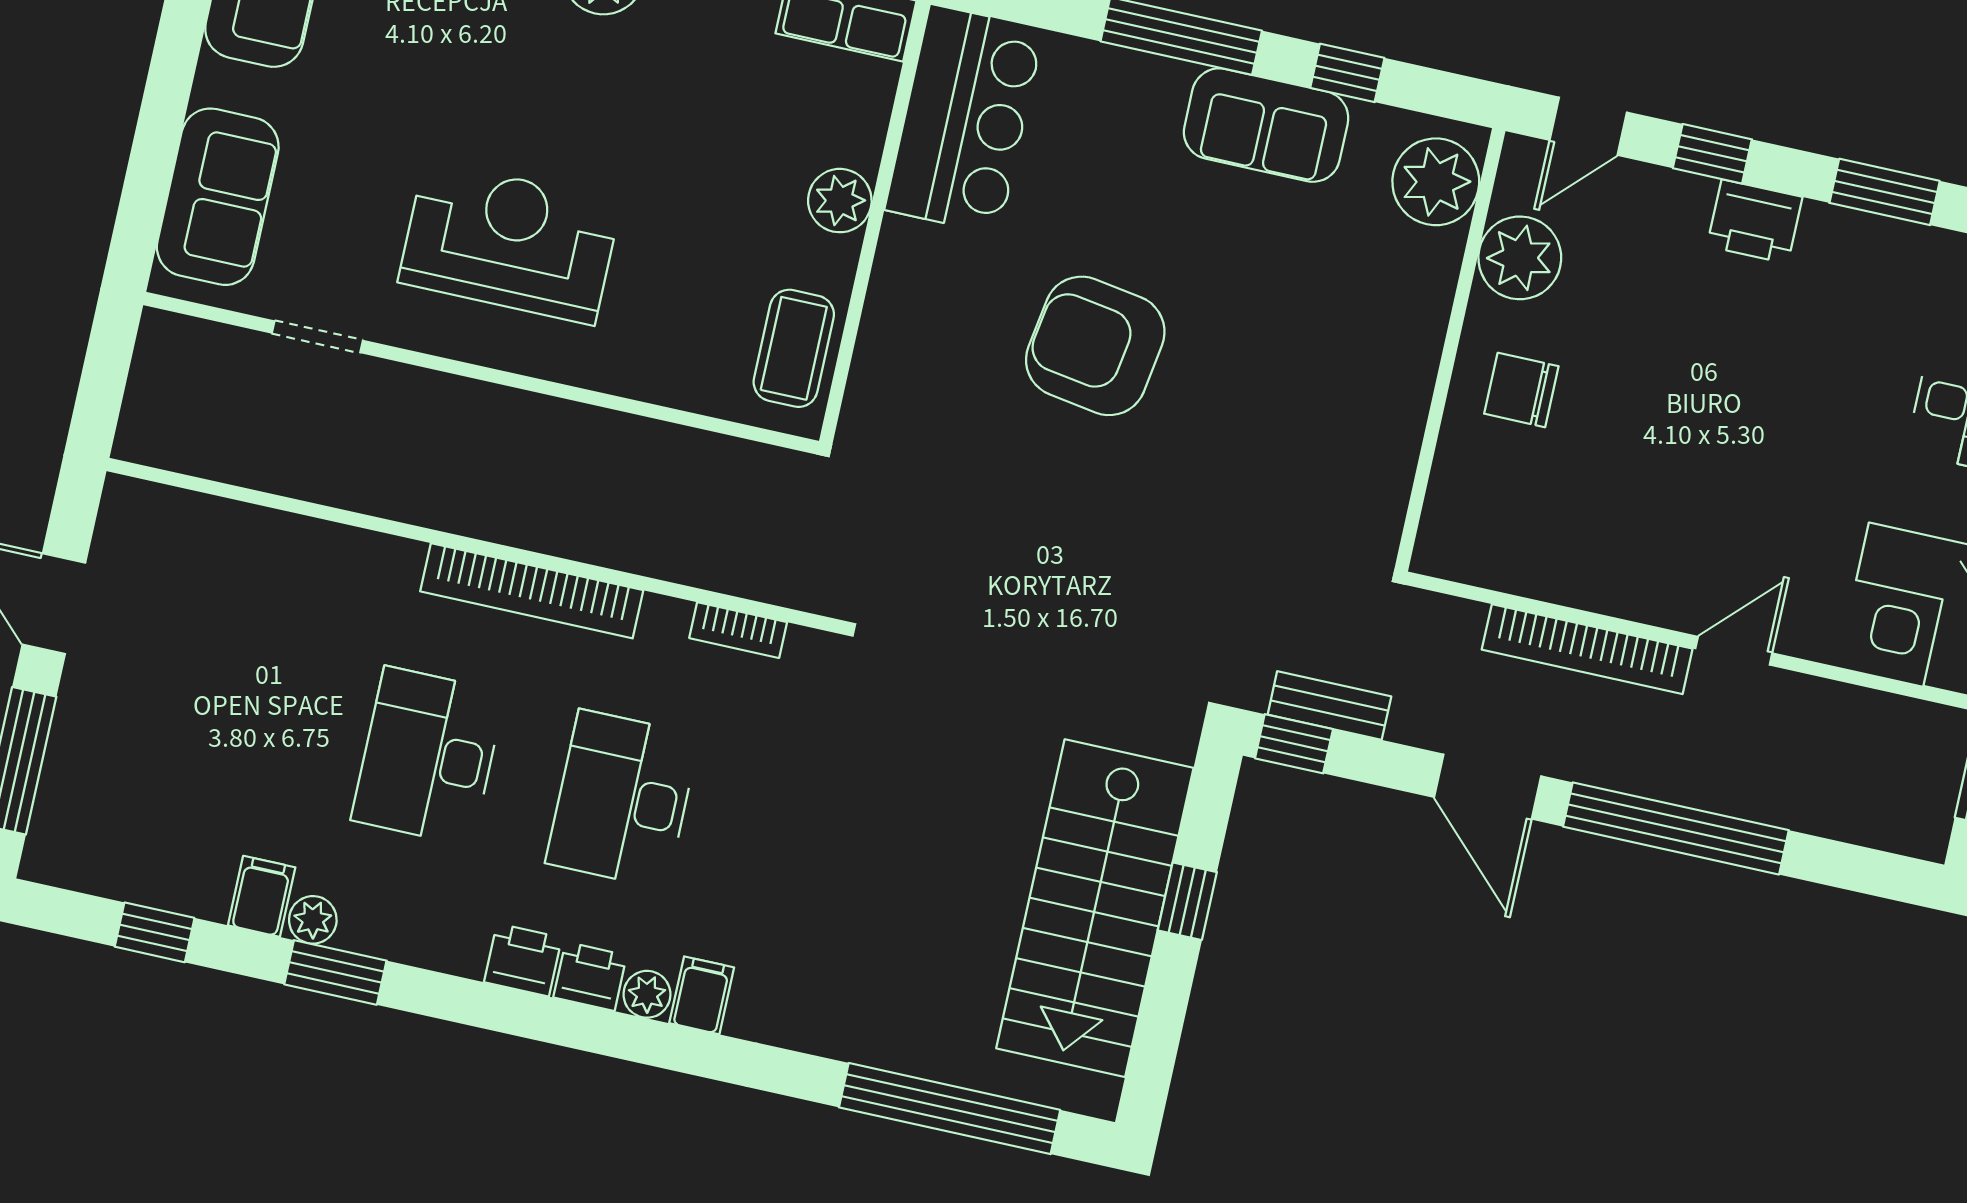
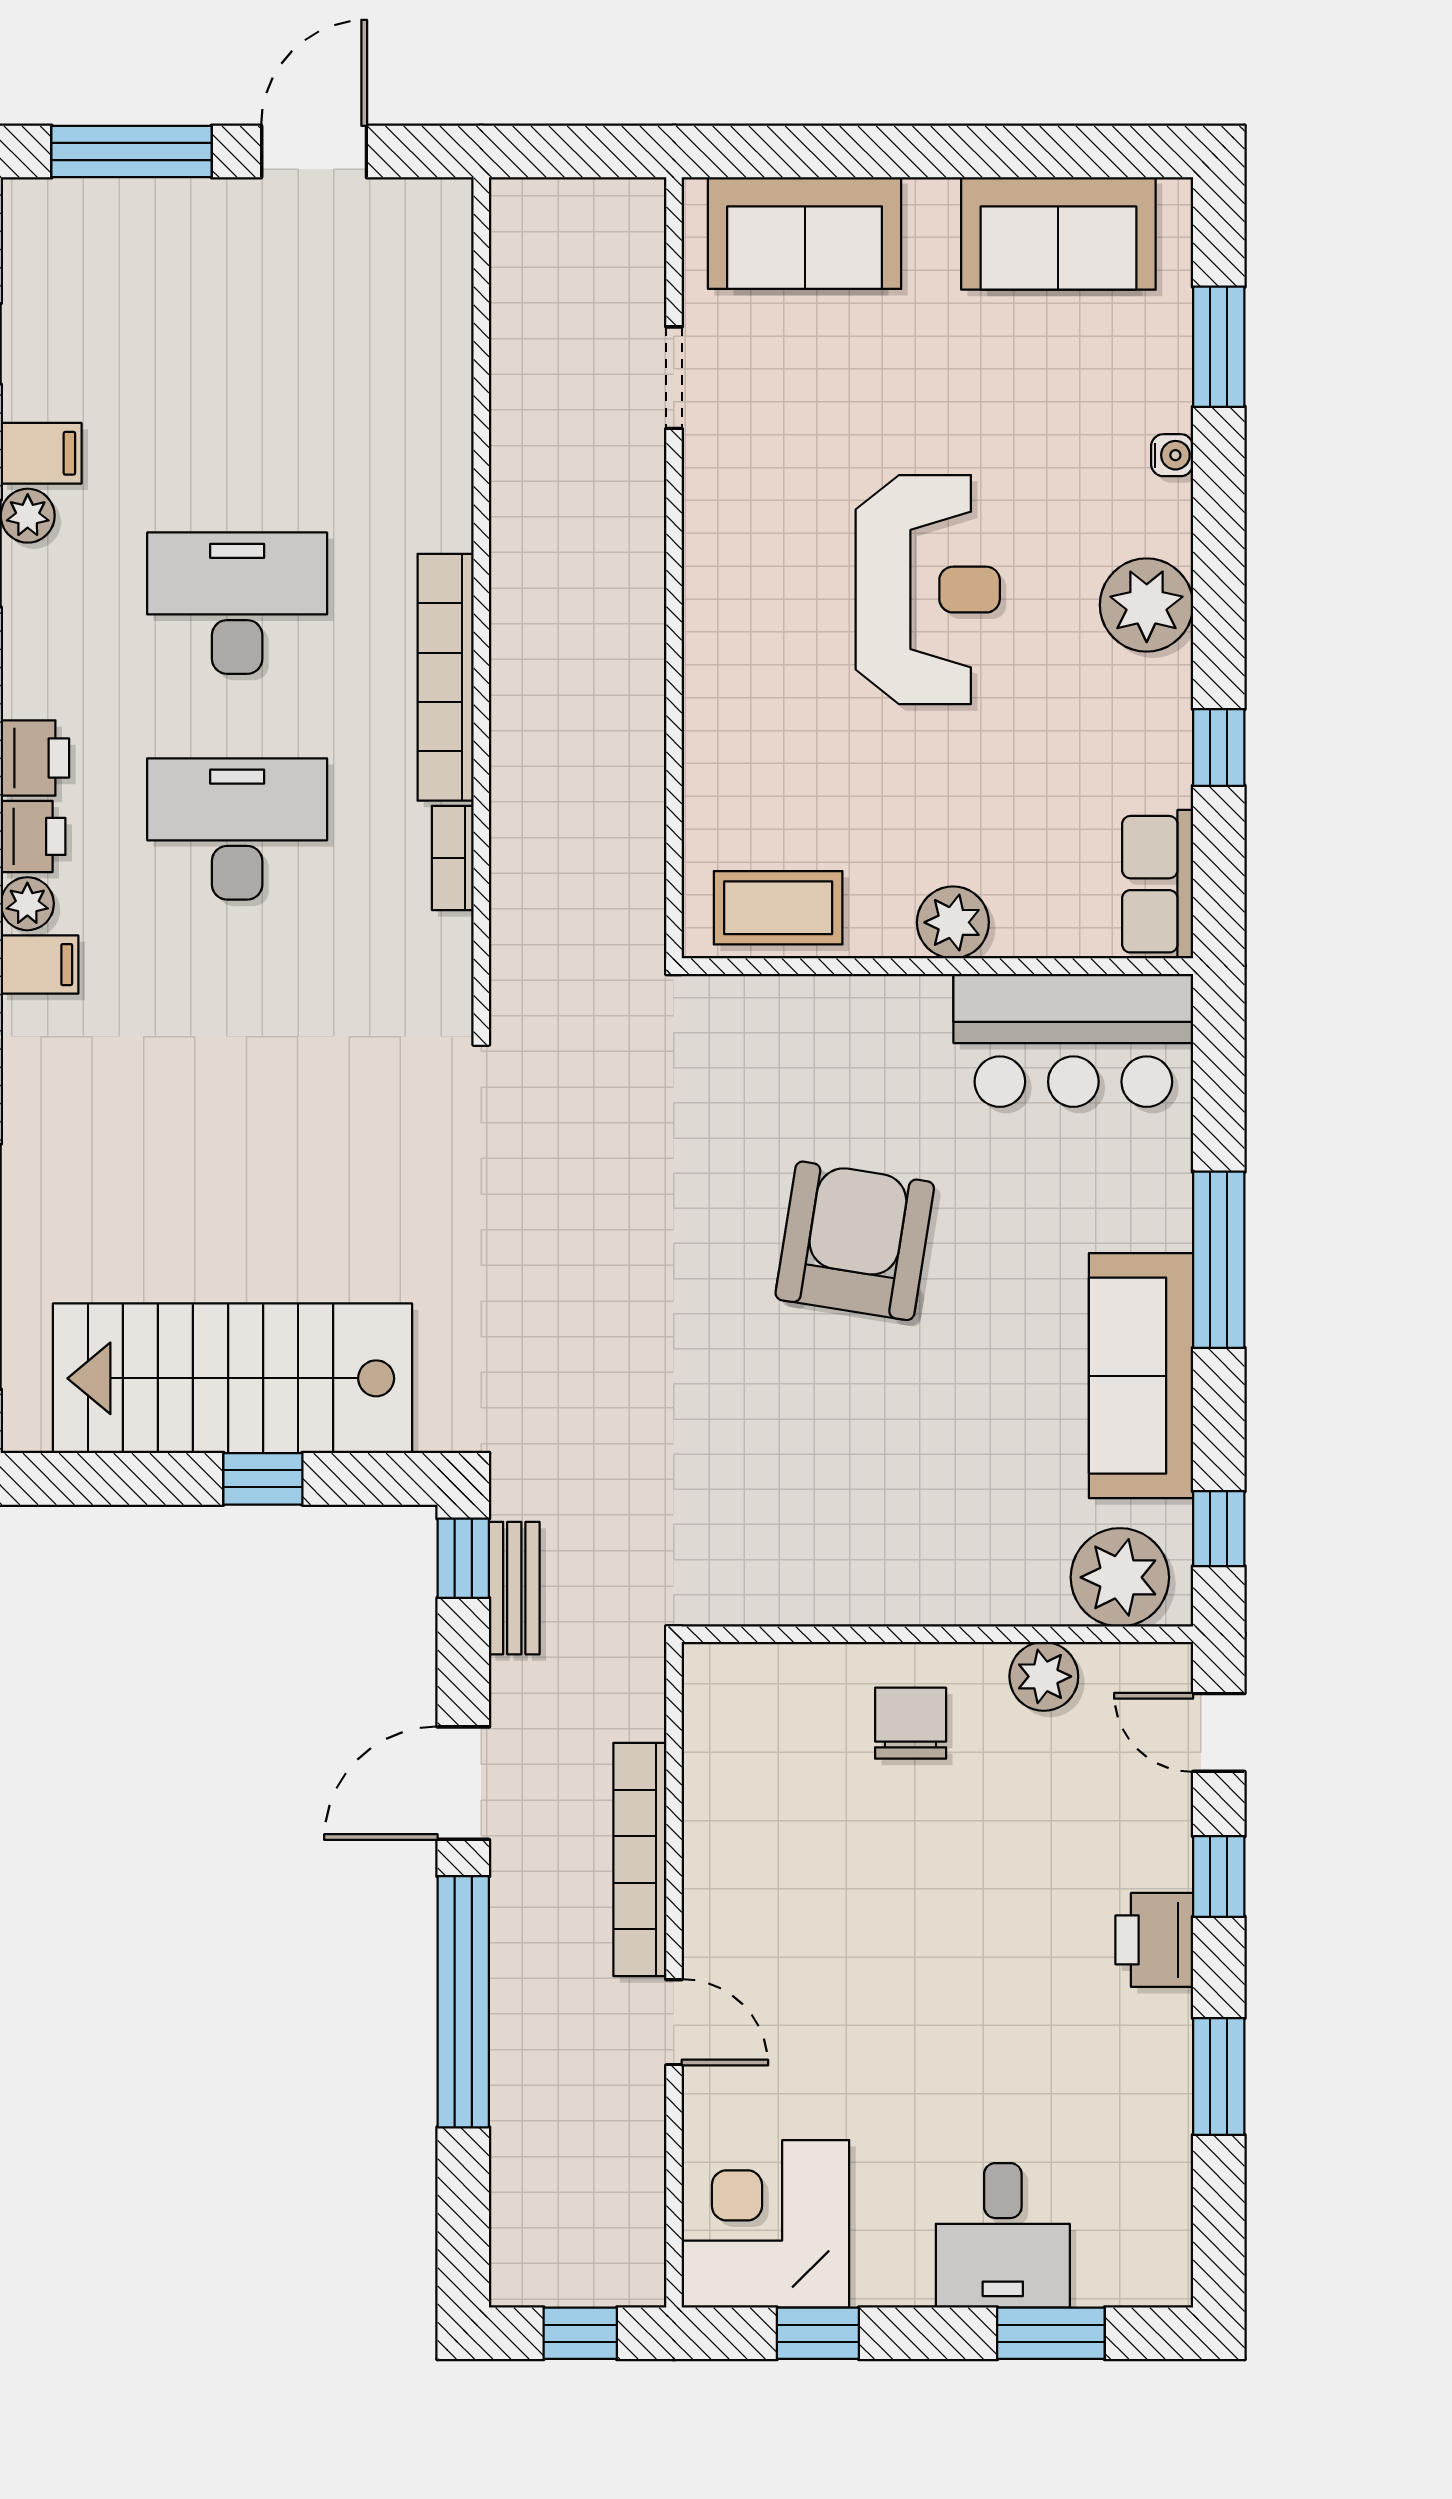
window: (1347, 73) -> (1219, 1529), moved
sofa: (1266, 125) -> (1141, 1376), width x1.36
reception desk: (510, 242) -> (928, 590), moved
plant: (1520, 258) -> (1044, 1676), width x0.73, depth x0.73
bookcase: (738, 630) -> (453, 858), moved

